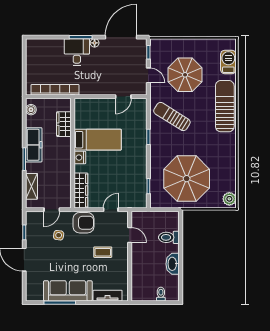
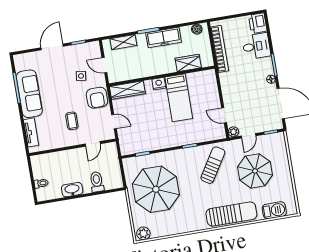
printer: (35, 47) -> (258, 23), added
desk: (77, 52) -> (256, 46), moved
plant: (142, 90) -> (233, 132), added

